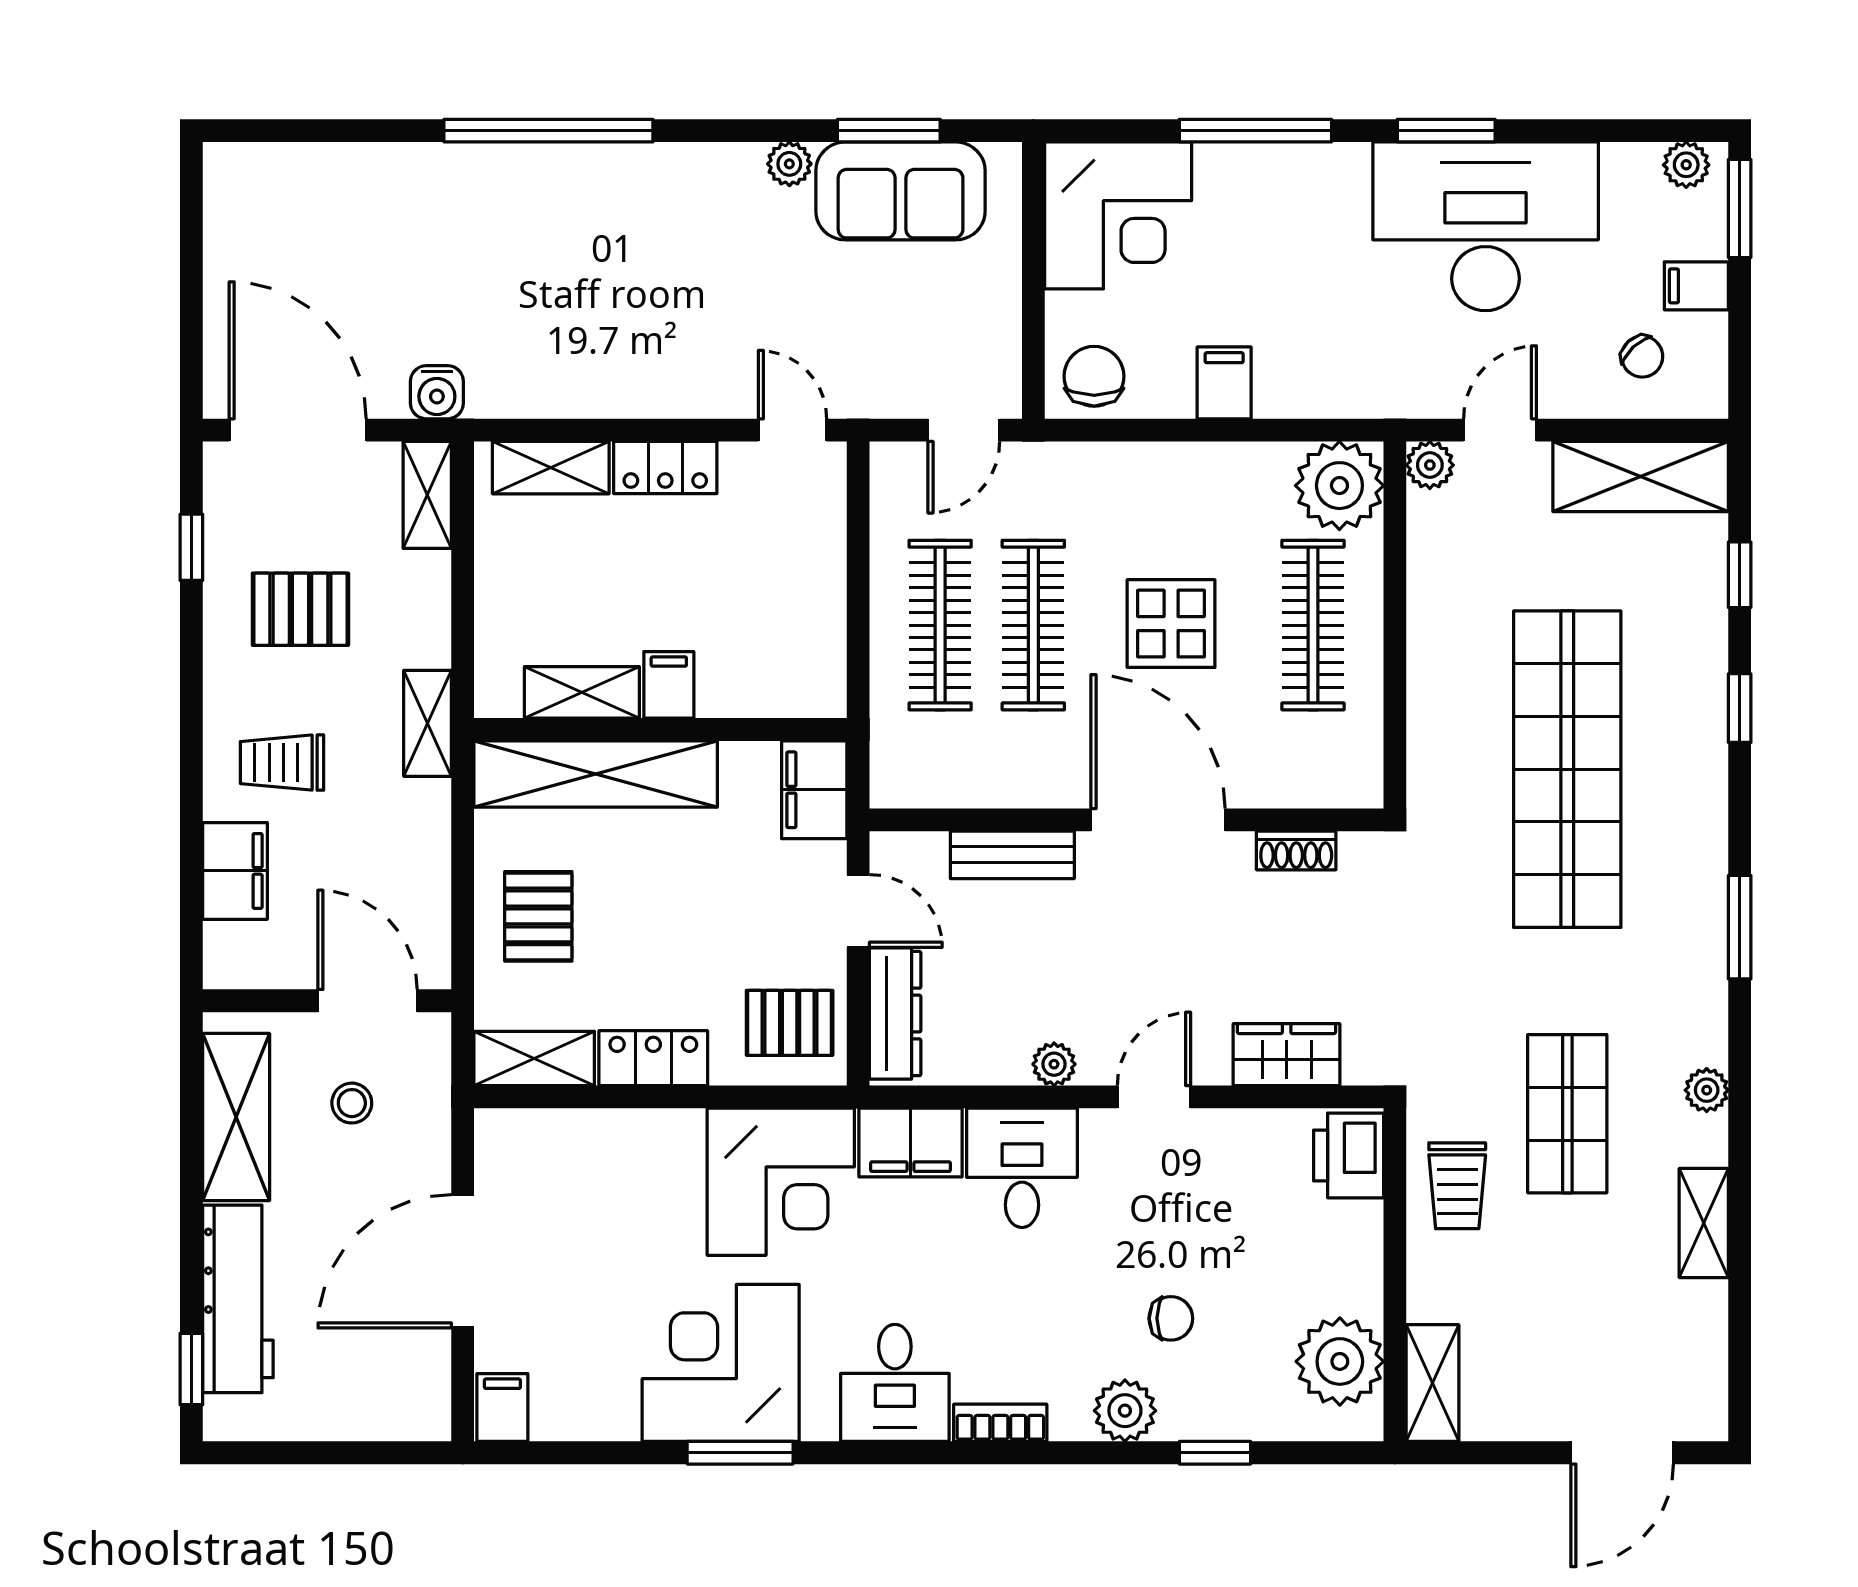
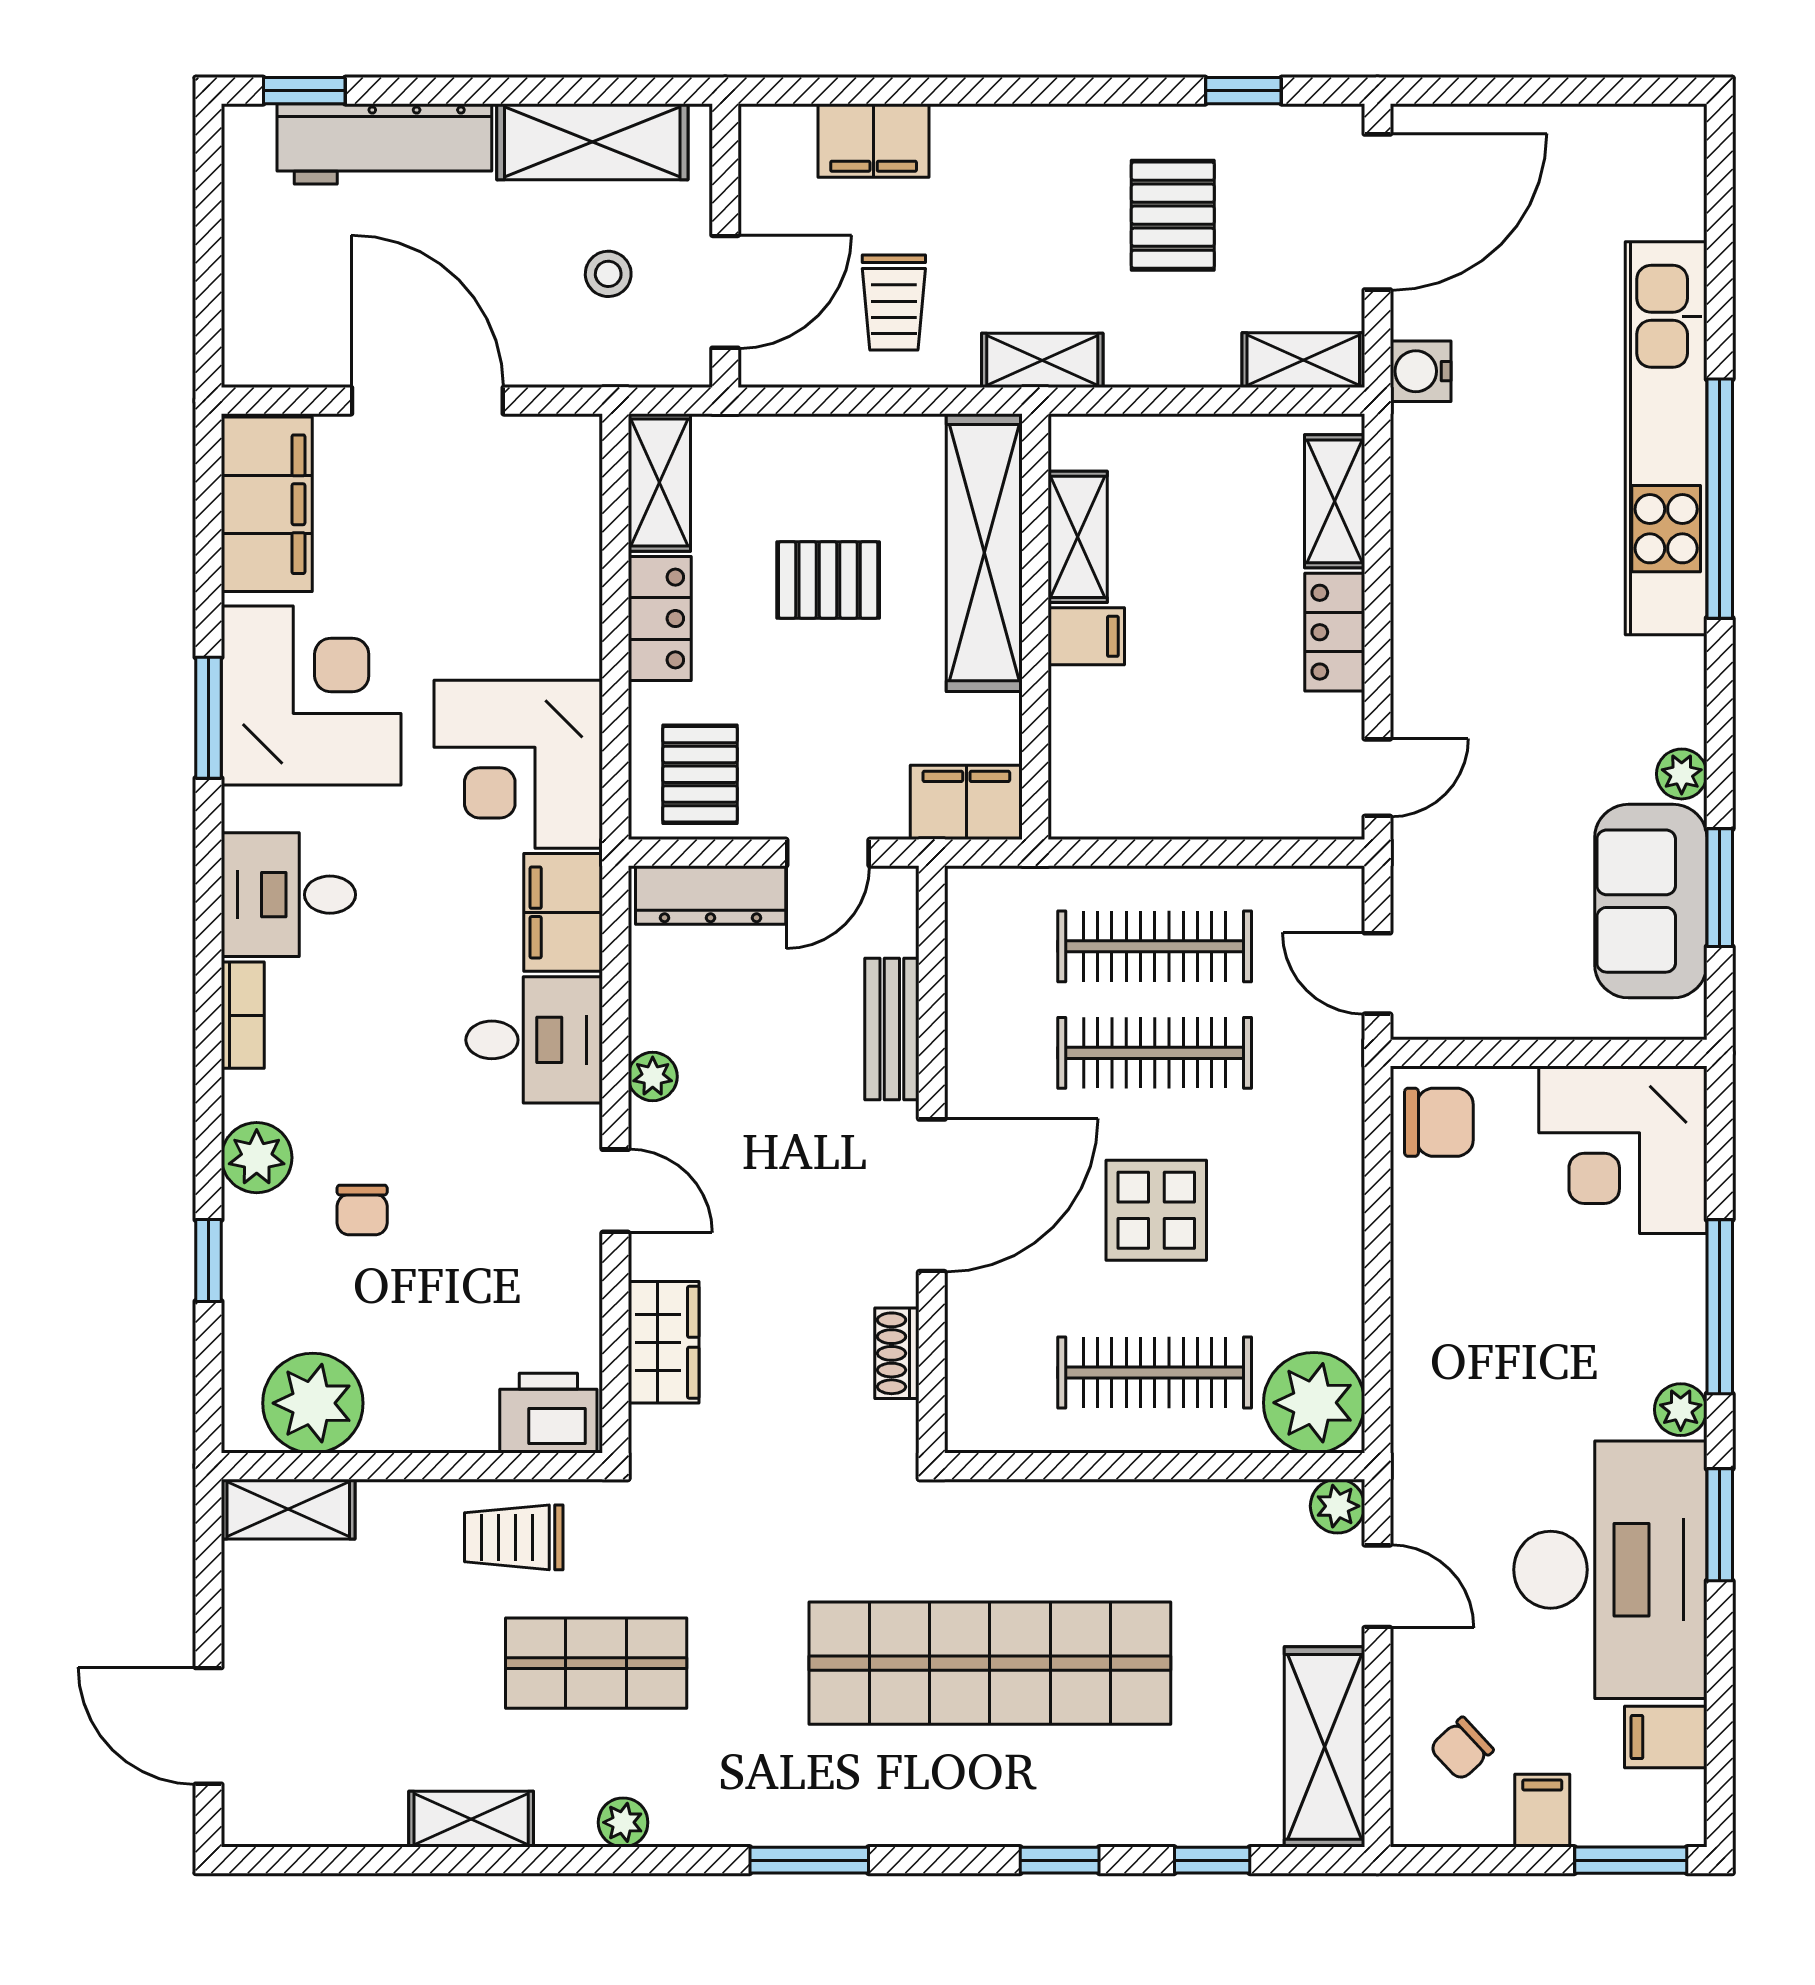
plant: (1686, 165) -> (1681, 1410), moved
kitchen unit: (496, 177) -> (1666, 438), added
filing cabinet: (1224, 383) -> (1666, 1737), moved, turned 180
trolley: (282, 763) -> (894, 303), moved, turned 180
pallet: (538, 916) -> (828, 580), moved
filing cabinet: (502, 1408) -> (267, 504), width x3.00, depth x1.17

